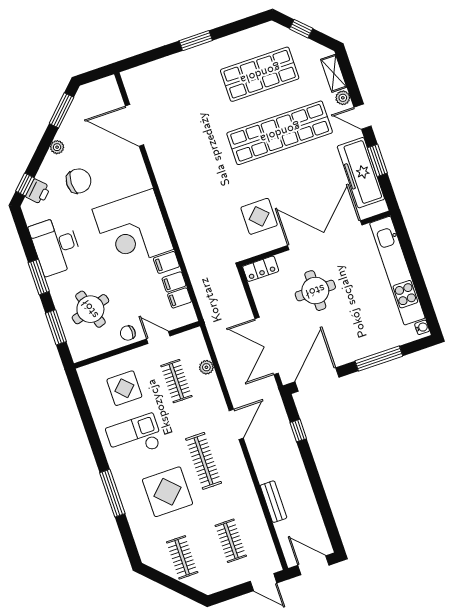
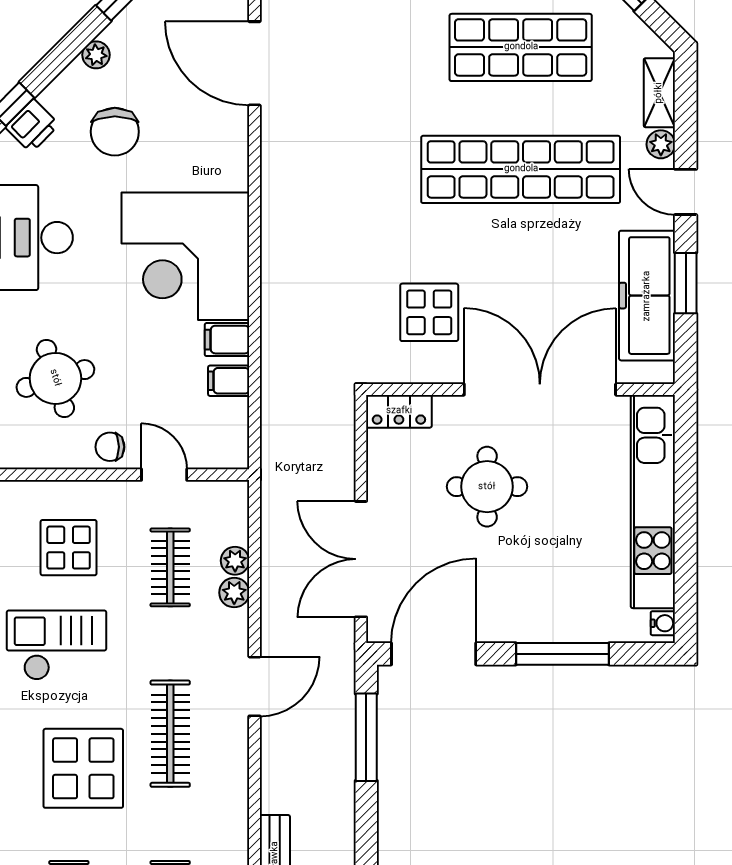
chair: (79, 181) -> (115, 132), turned 90
filing cabinet: (179, 298) -> (229, 414), removed
plant: (211, 383) -> (234, 593), added
window: (298, 431) -> (366, 737), width x2.17

